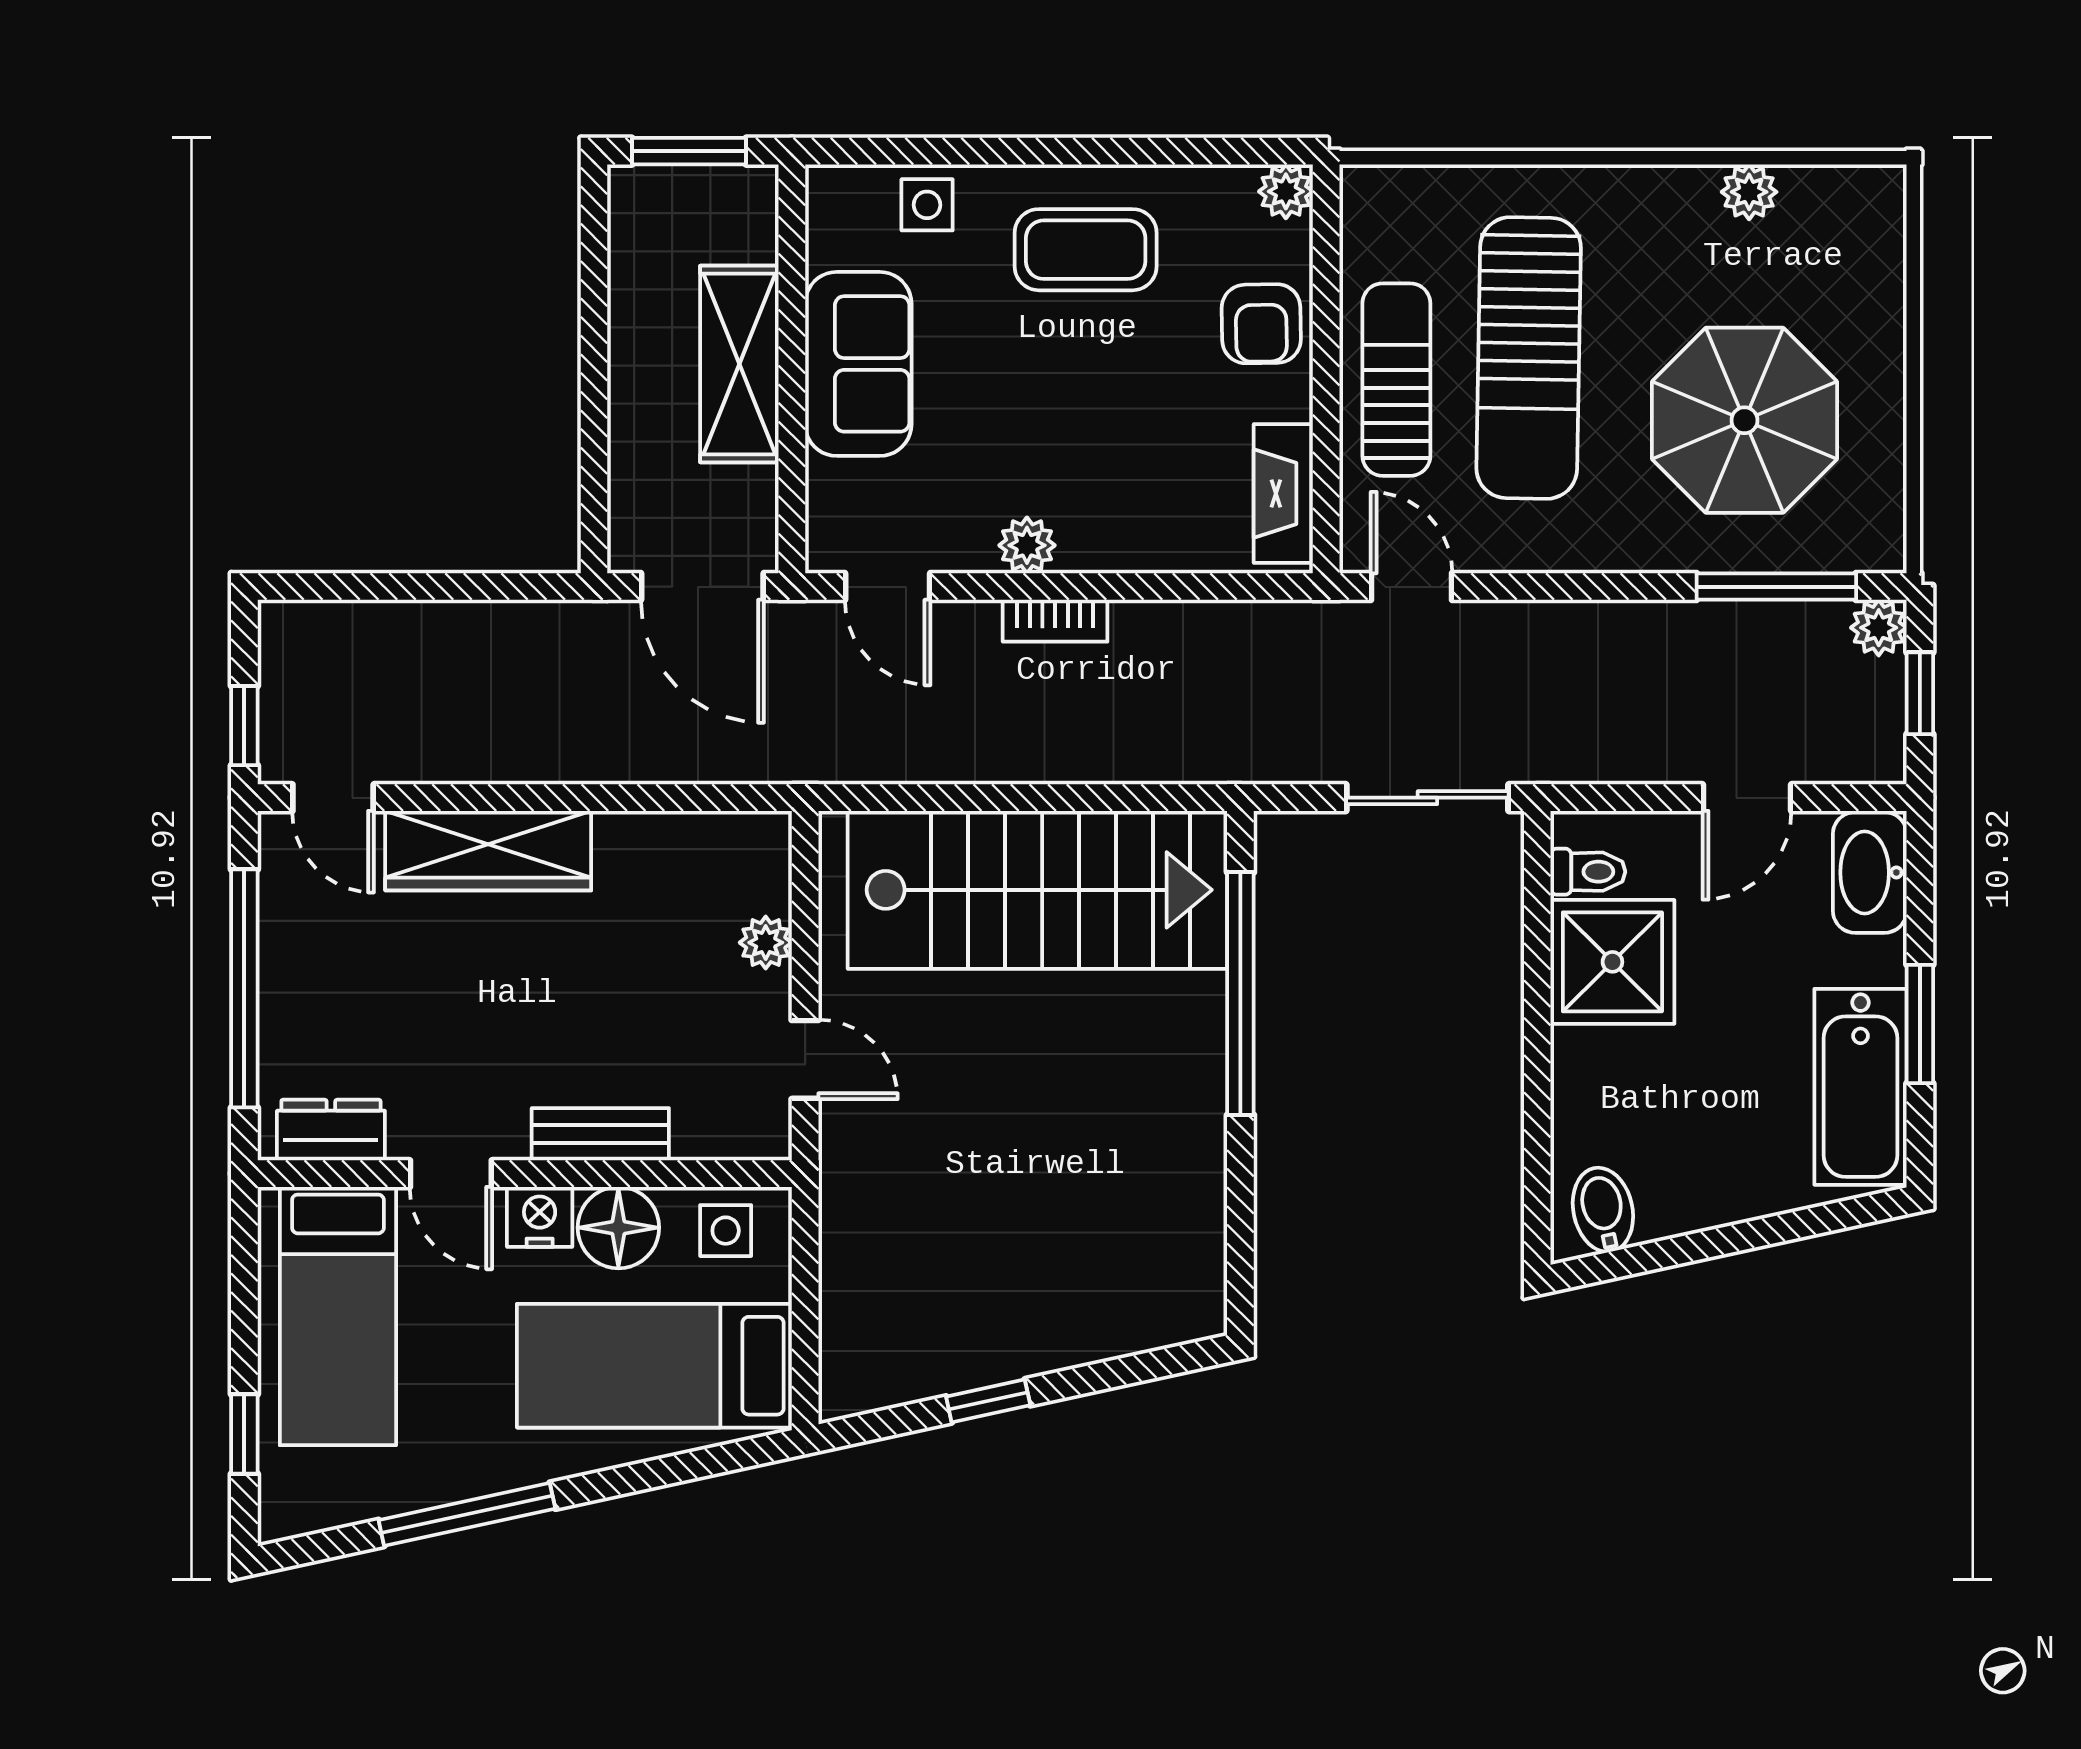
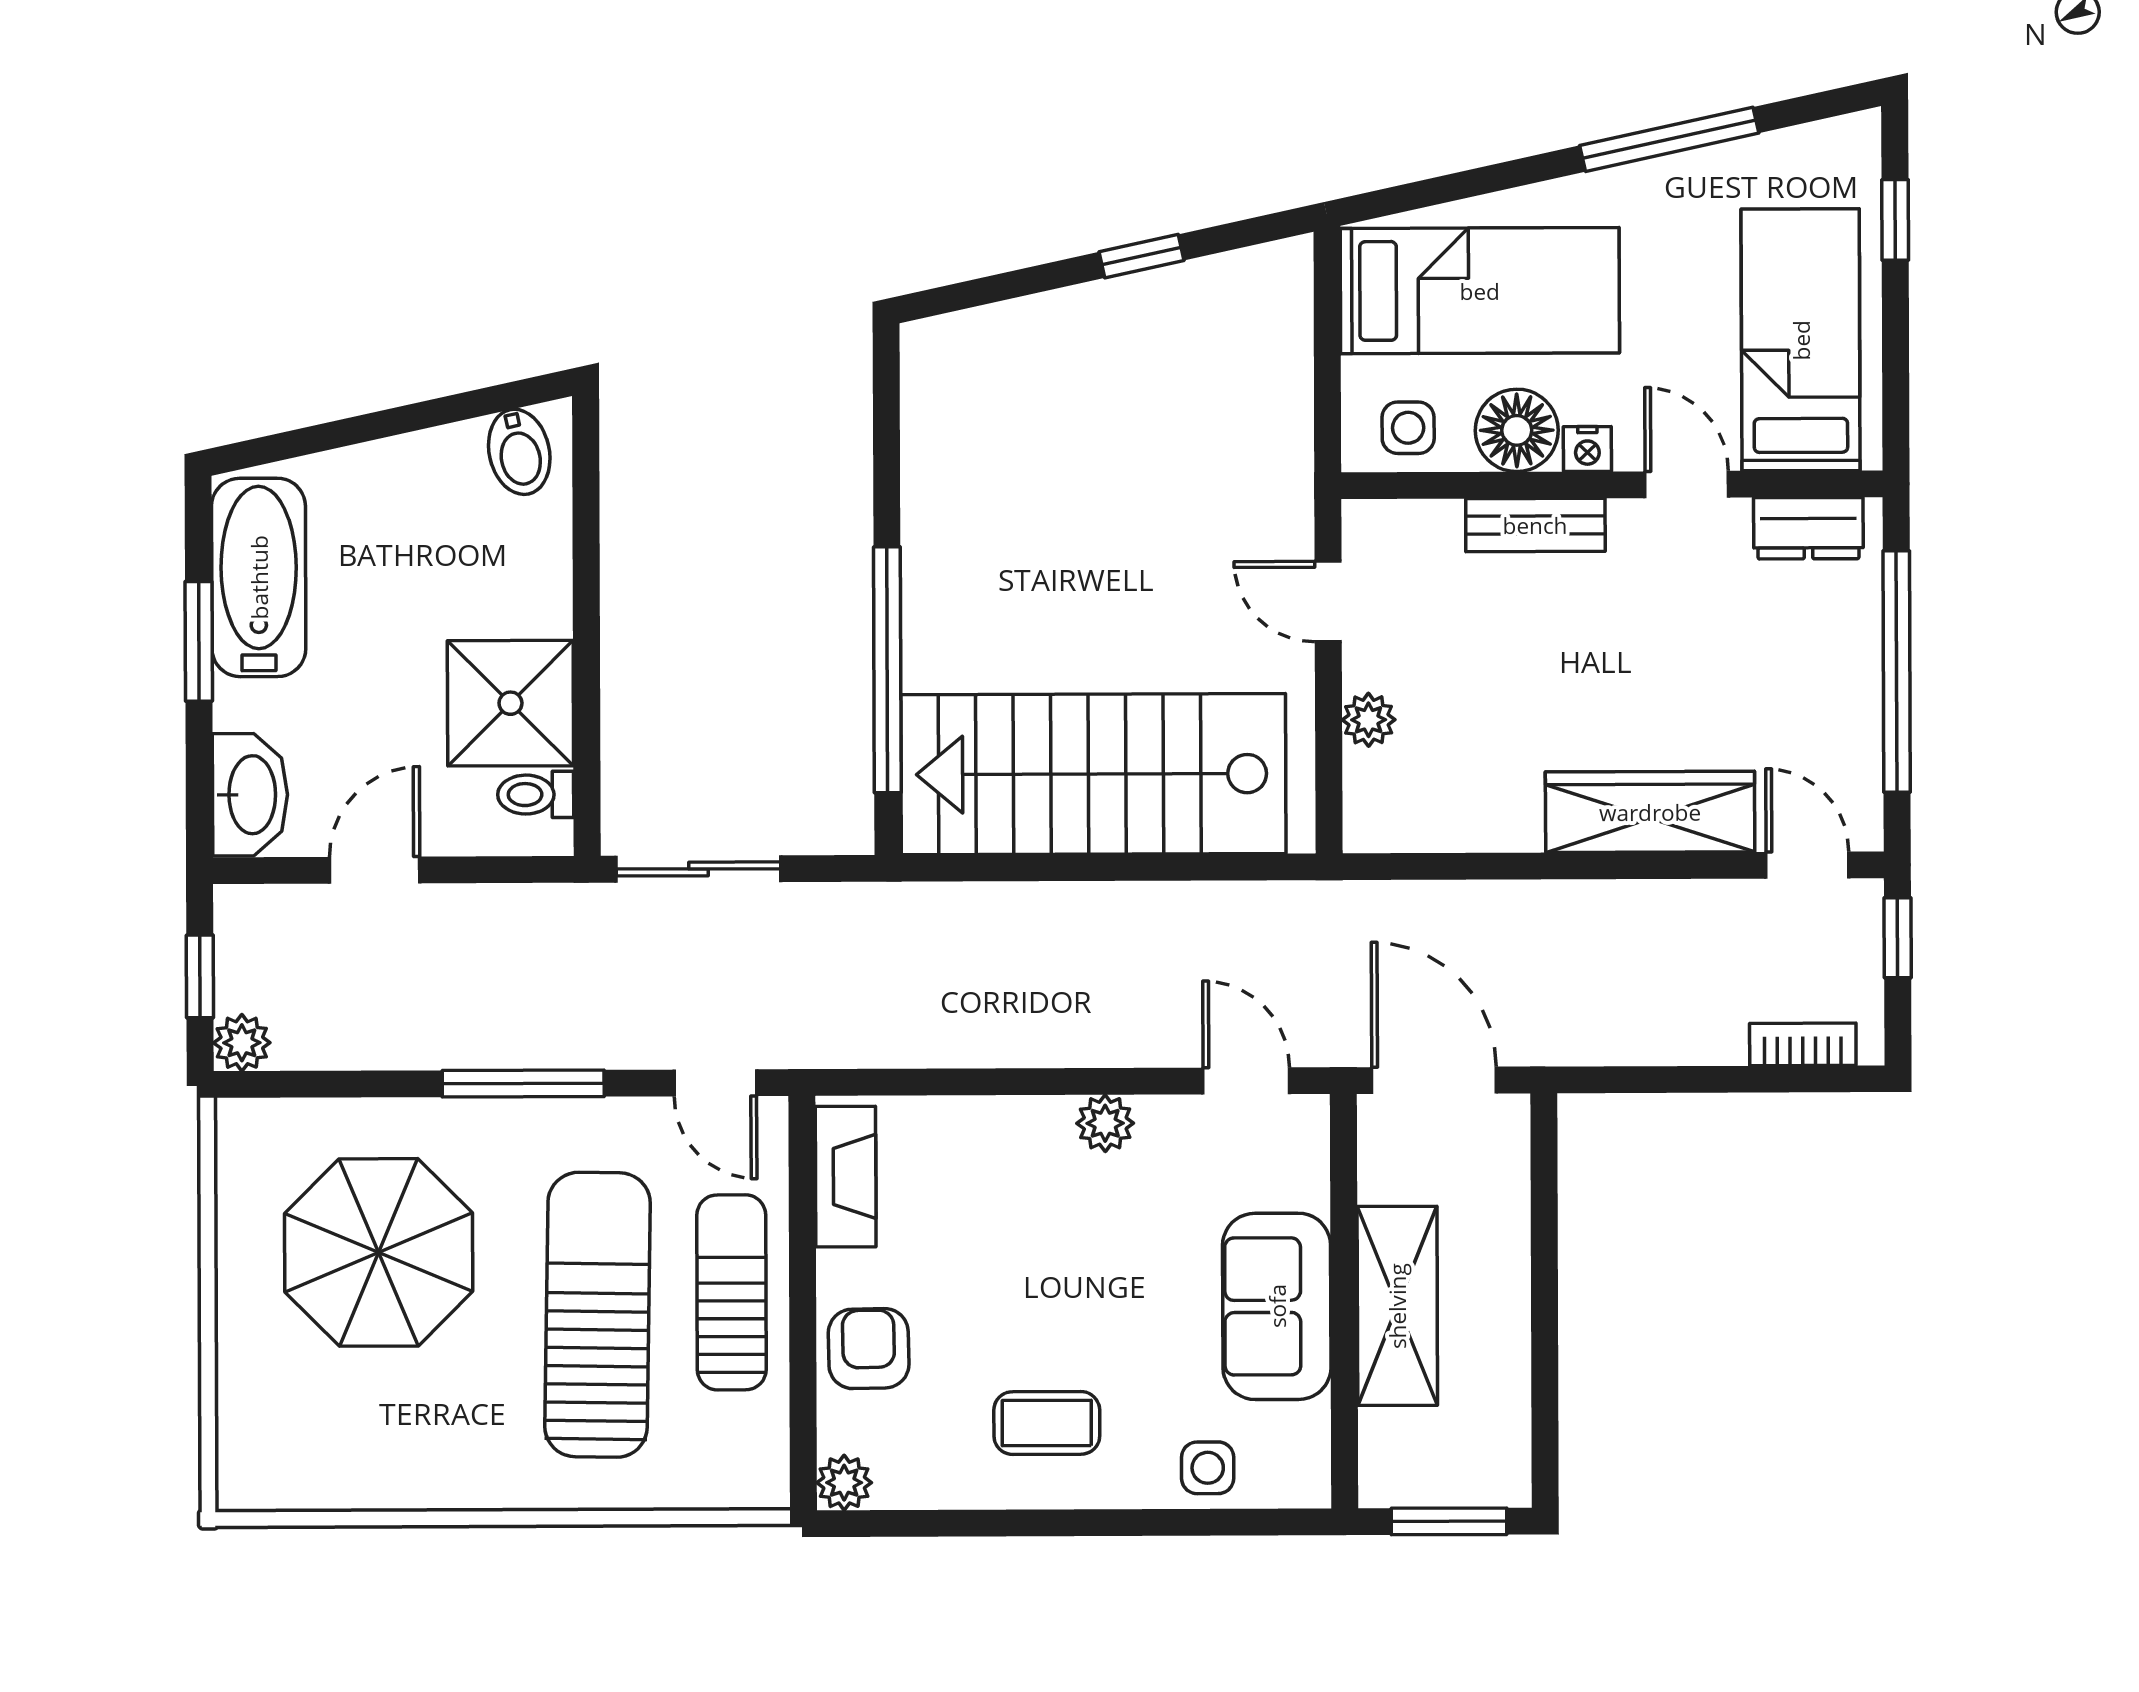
plant: (1749, 192) -> (375, 1484), removed
coffee table: (1086, 250) -> (1047, 1423), width x0.73, depth x0.77
sun lounger: (1396, 380) -> (731, 1292), turned 180
window: (1776, 587) -> (523, 1083), moved
bookcase: (1055, 621) -> (1803, 1044), moved
nightstand: (540, 1217) -> (1587, 449), width x0.72, depth x0.74

